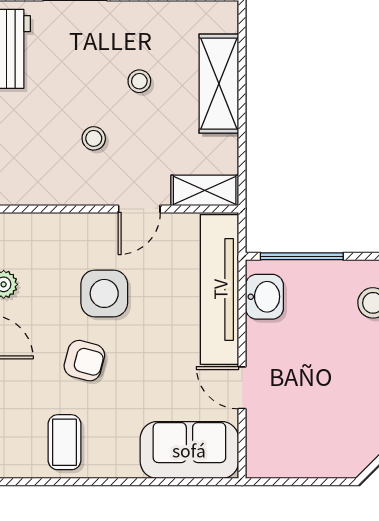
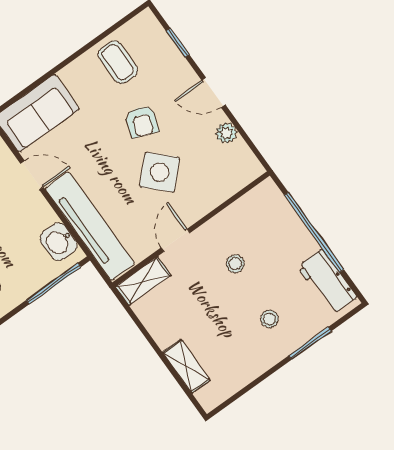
stool: (139, 81) -> (269, 319), moved
shelving: (219, 84) -> (186, 366), width x0.67, depth x0.75
side table: (104, 293) -> (160, 172), turned 45
armchair: (84, 361) -> (142, 122), turned -84

